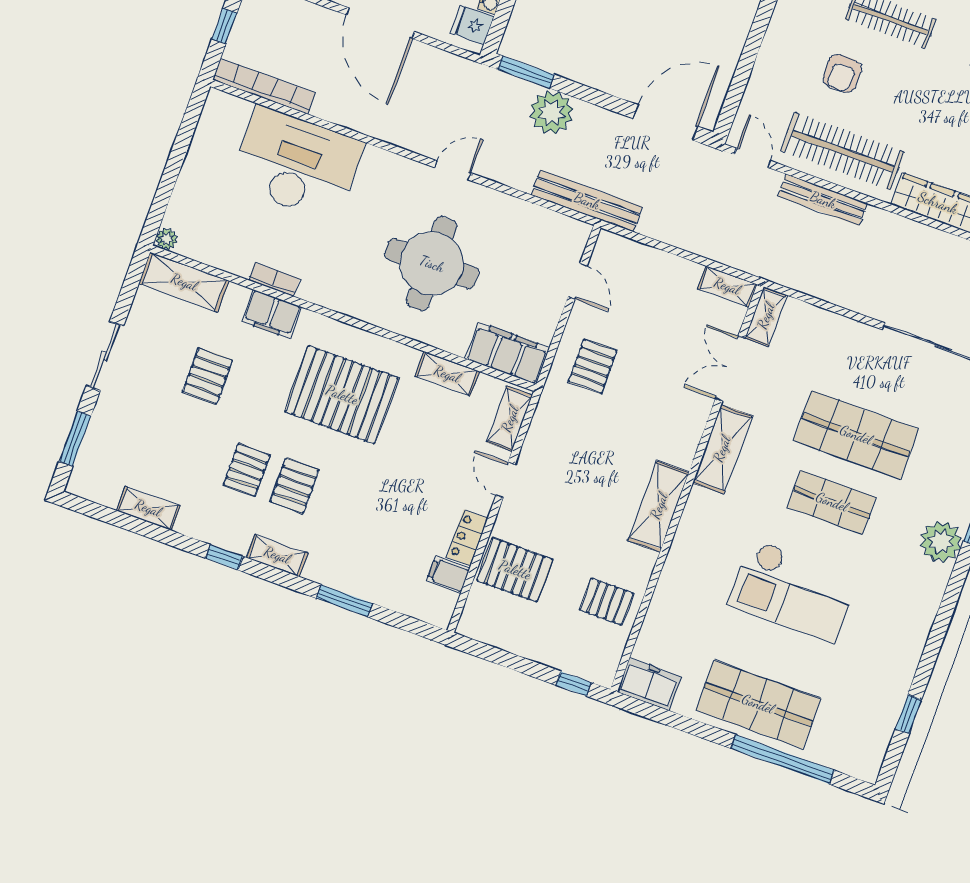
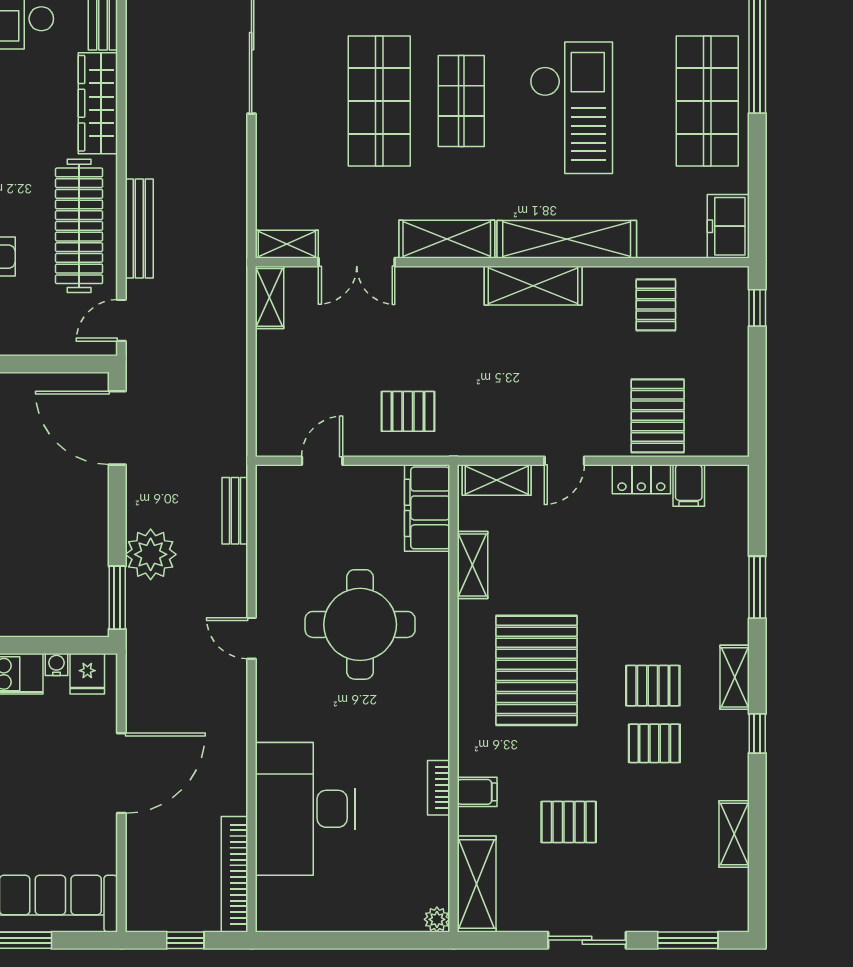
bench: (587, 201) -> (235, 511), width x0.54, depth x0.82
filing cabinet: (272, 314) -> (477, 792), width x0.50
shelving: (687, 548) -> (567, 239), added

